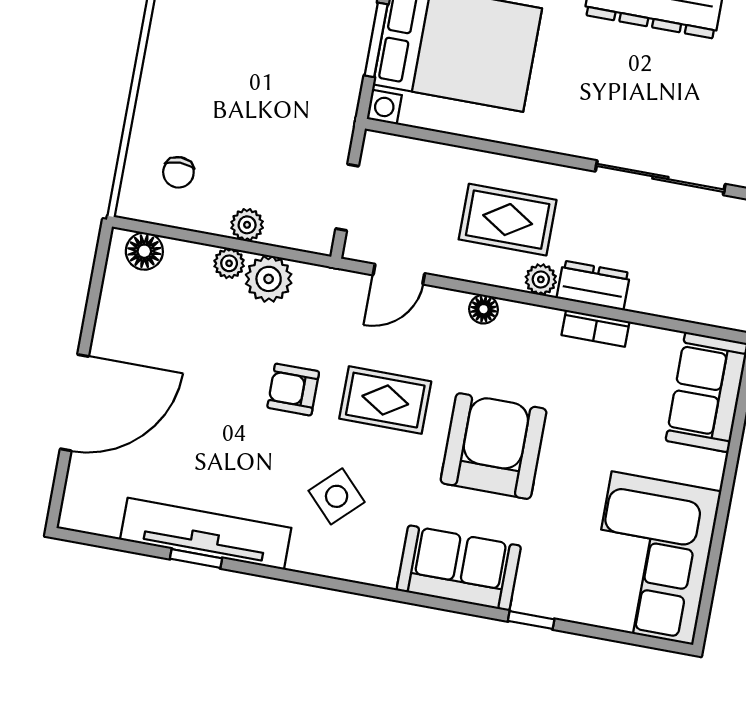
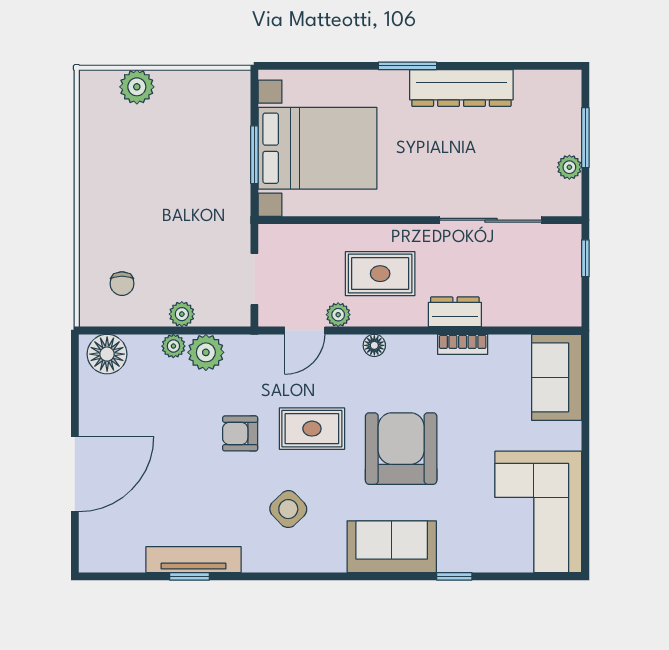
floor lamp: (144, 251) -> (107, 354), width x1.38, depth x1.38
plant: (541, 279) -> (338, 315), moved
tv unit: (206, 534) -> (193, 560), width x0.73, depth x0.78

